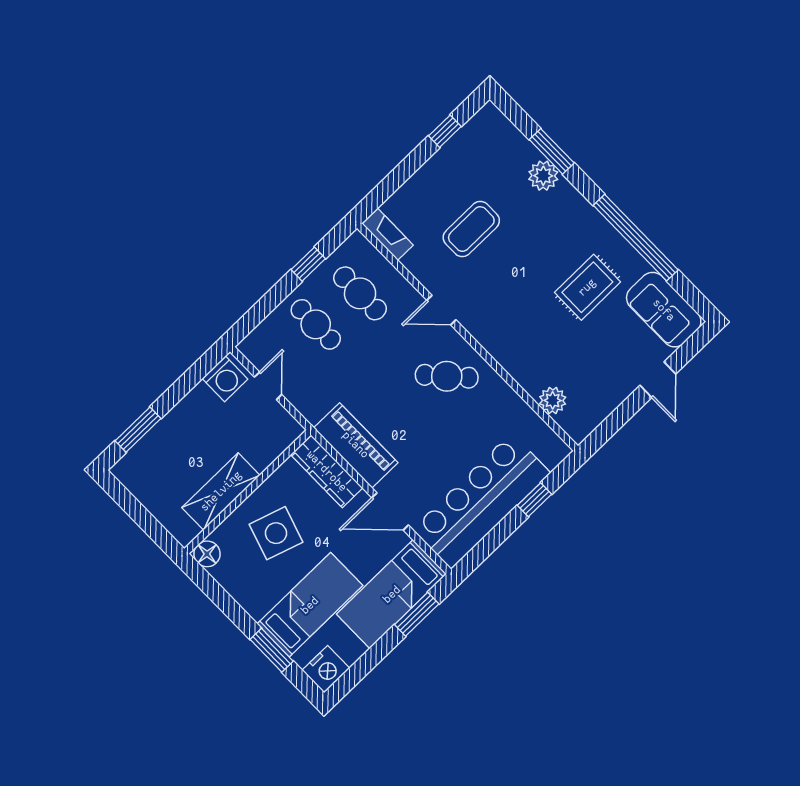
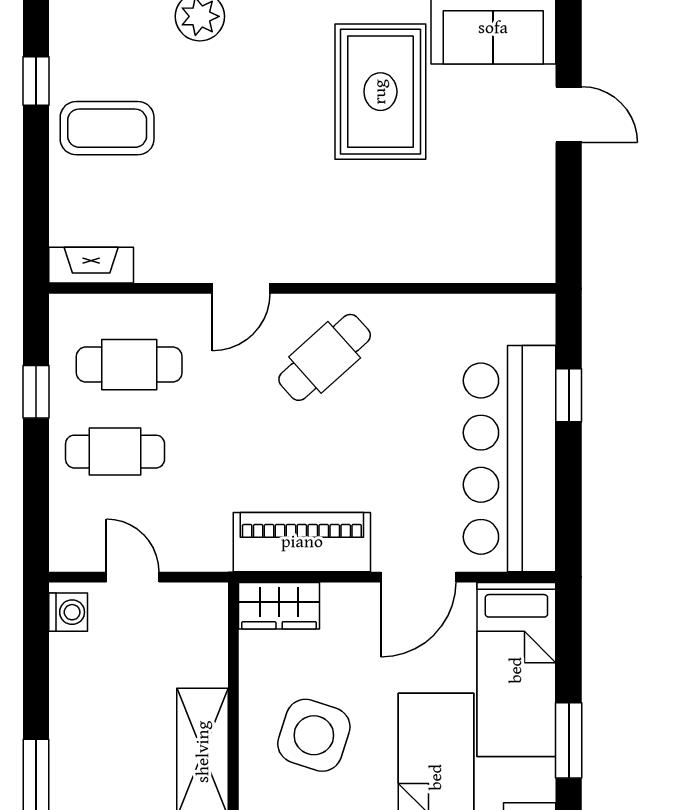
coffee table: (471, 229) -> (107, 128), moved, turned 90
rug: (587, 287) -> (380, 92), width x1.36, depth x1.43
washing machine: (225, 379) -> (68, 612), width x0.73, depth x0.73
plant: (553, 400) -> (473, 261), removed
wardrobe: (327, 471) -> (279, 606), width x0.67
window: (417, 614) -> (569, 740), moved

